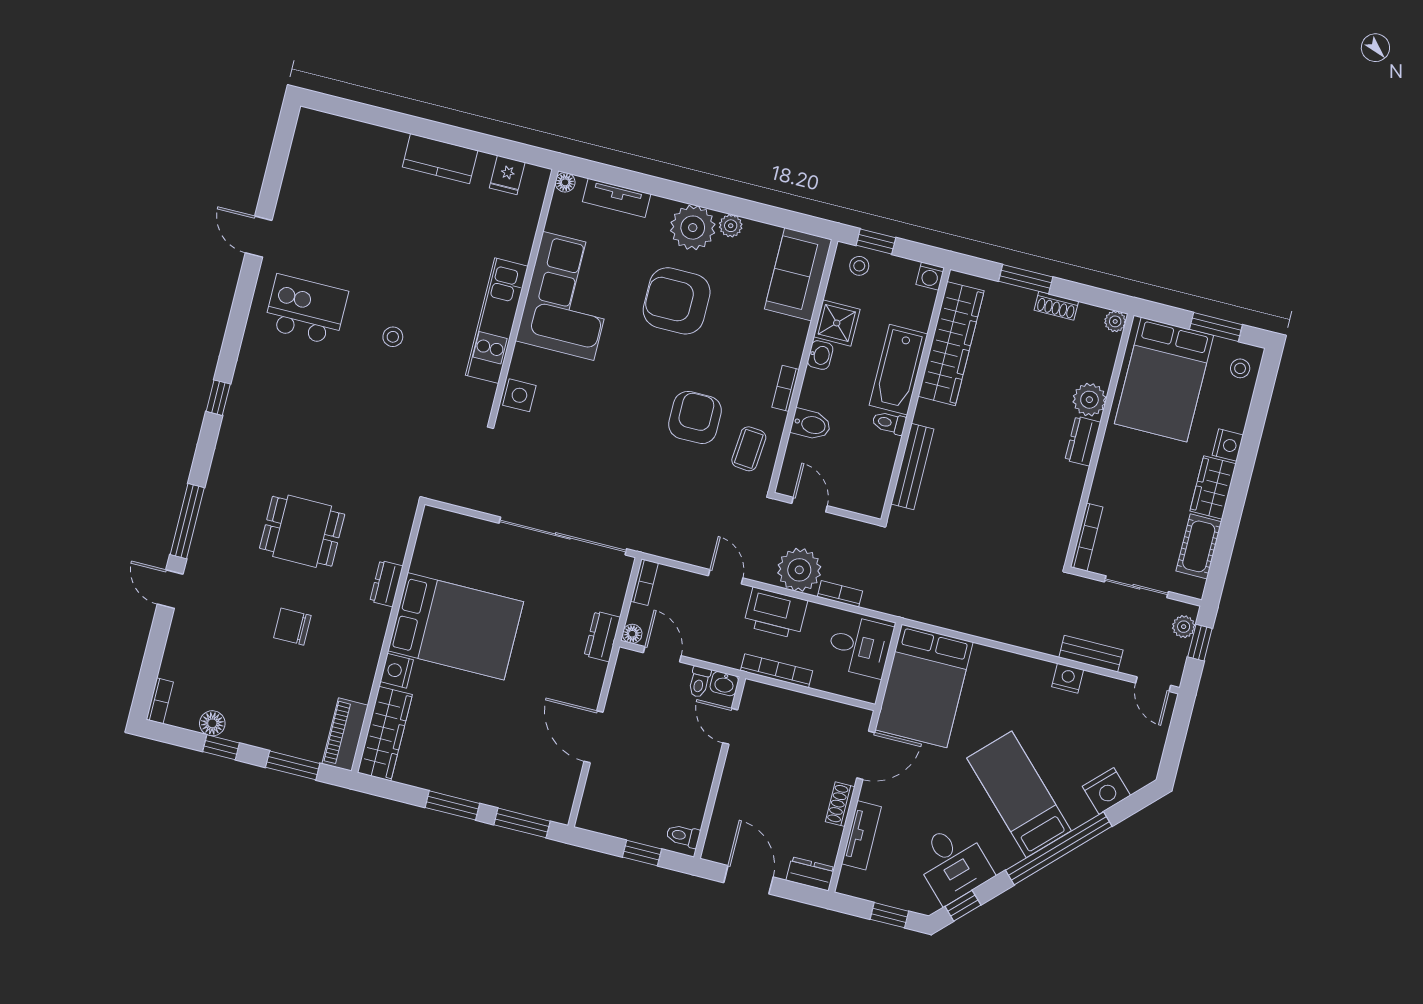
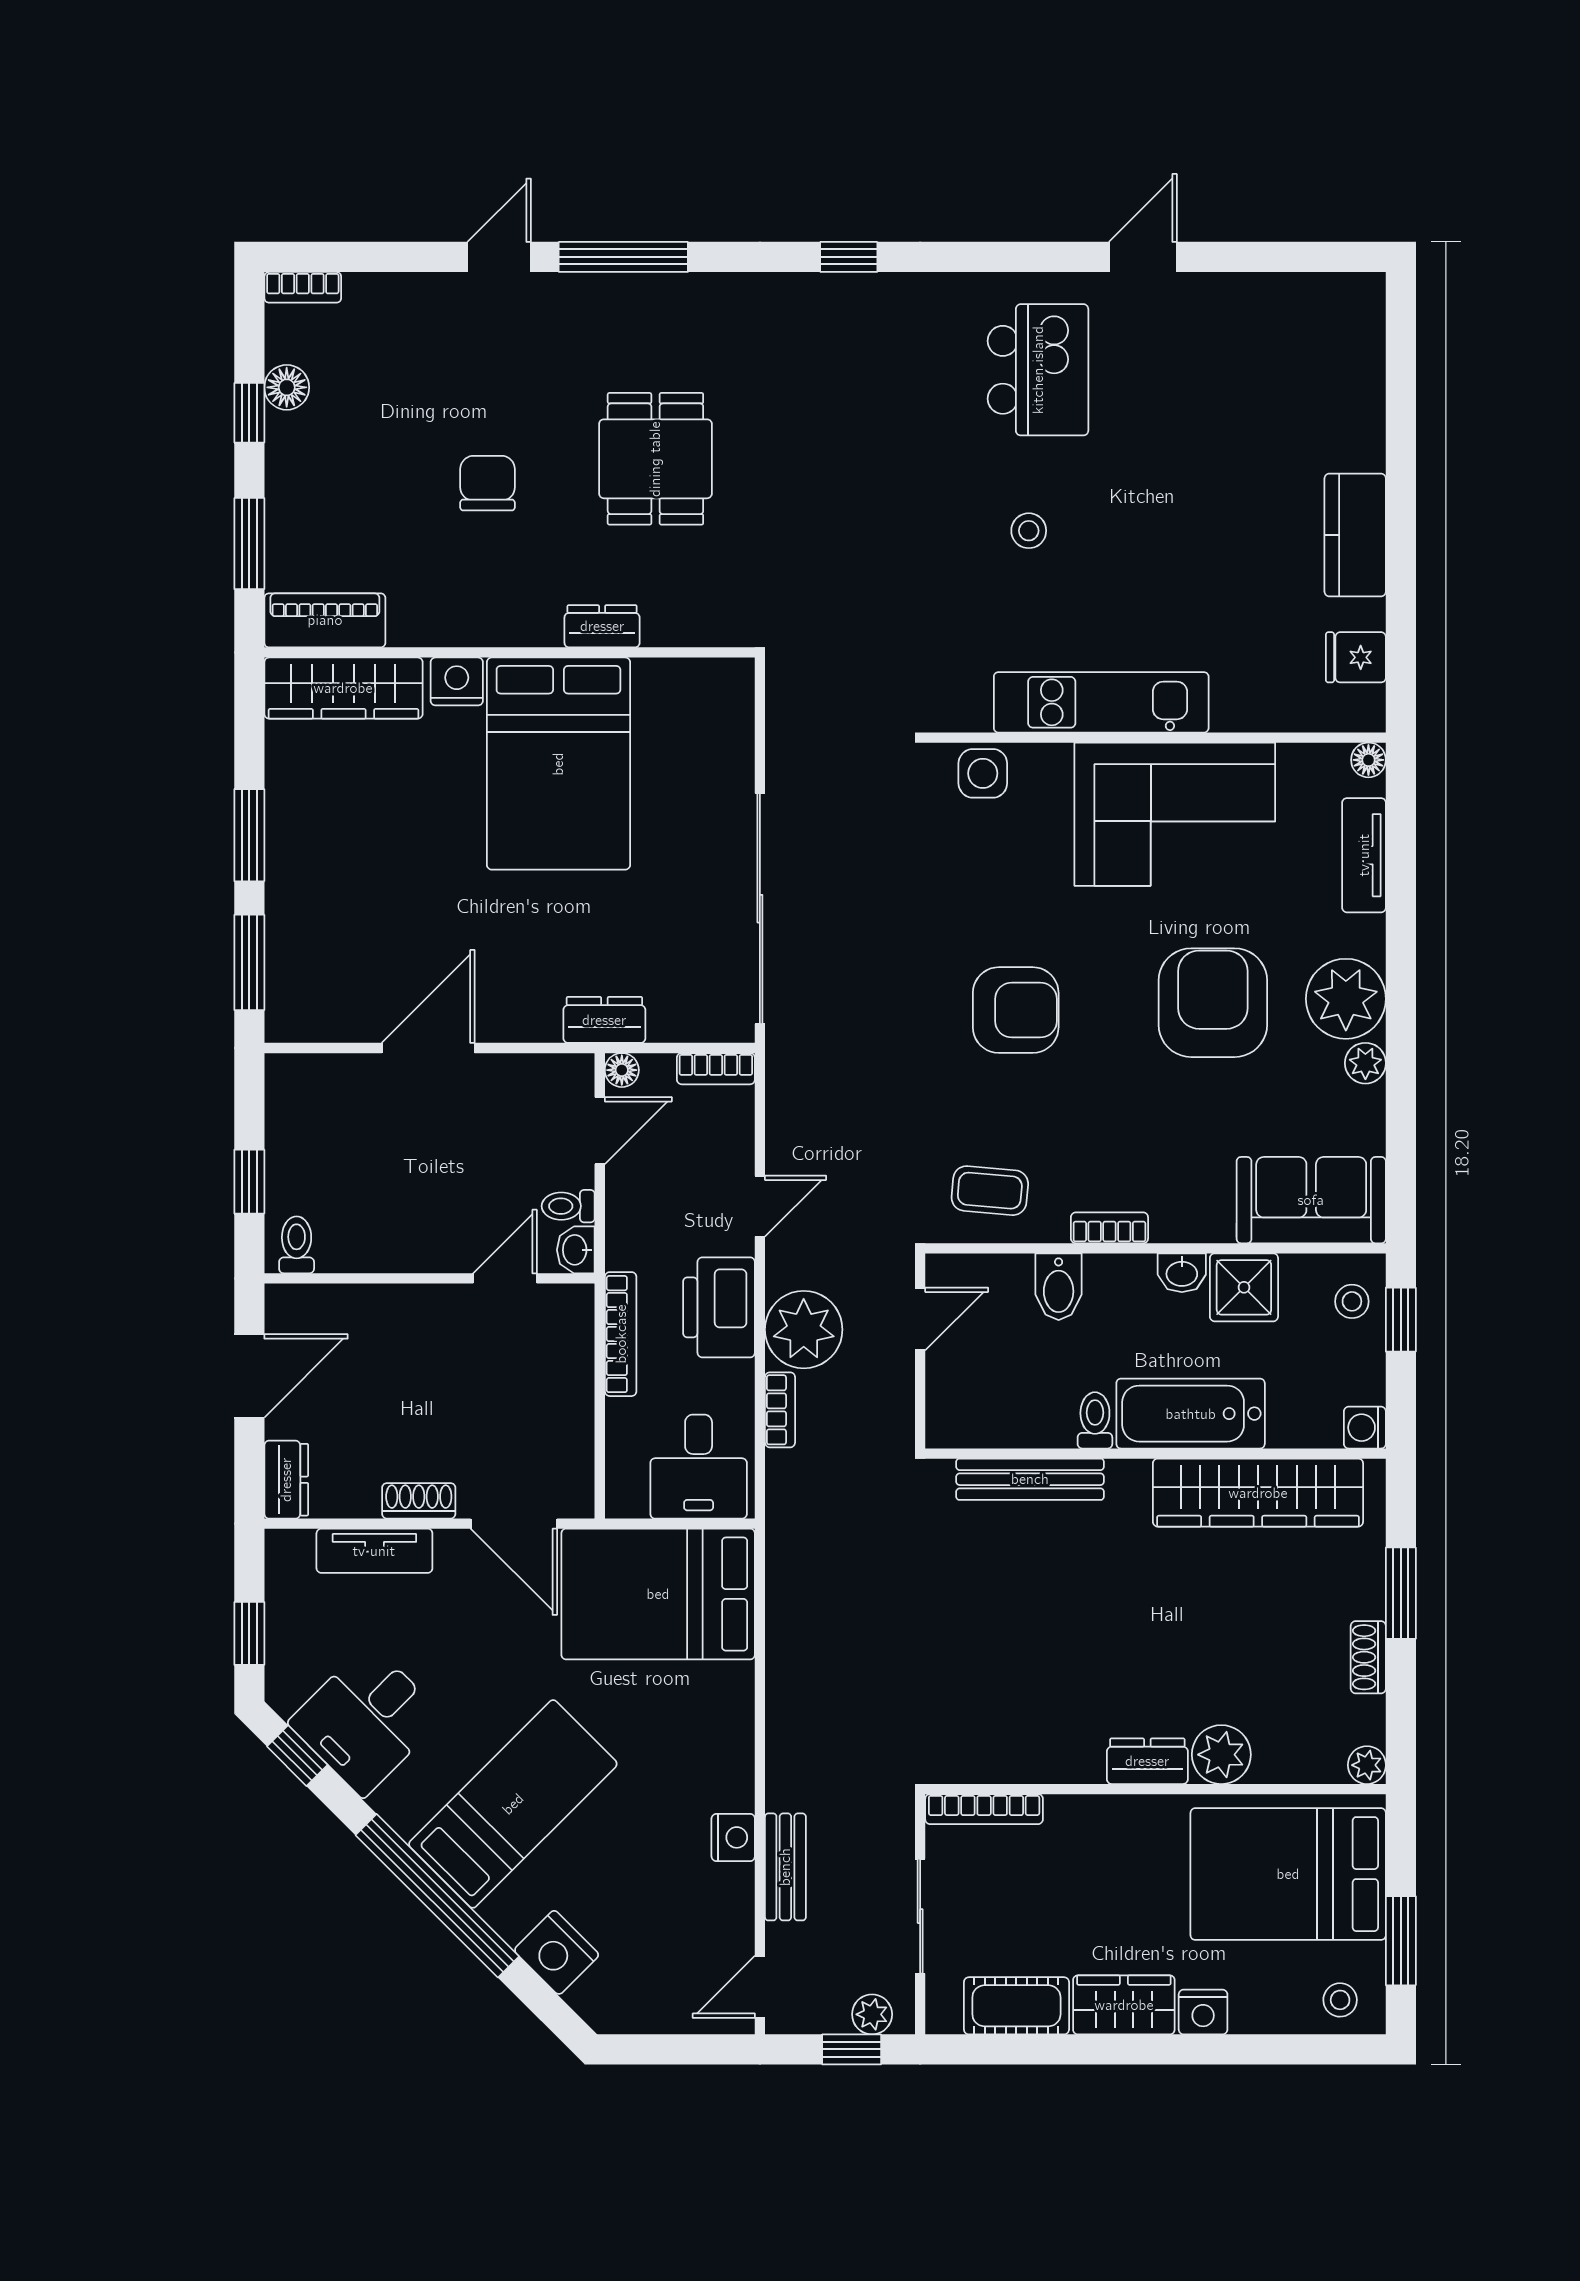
armchair: (695, 417) -> (1016, 1010), moved

